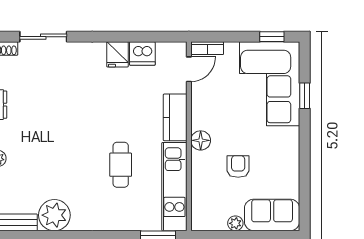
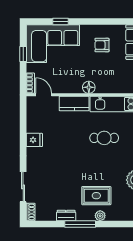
window: (272, 37) -> (23, 54), moved
dishwasher: (142, 54) -> (34, 124), removed
rug: (29, 152) -> (96, 196), added
armchair: (238, 166) -> (102, 45), moved

